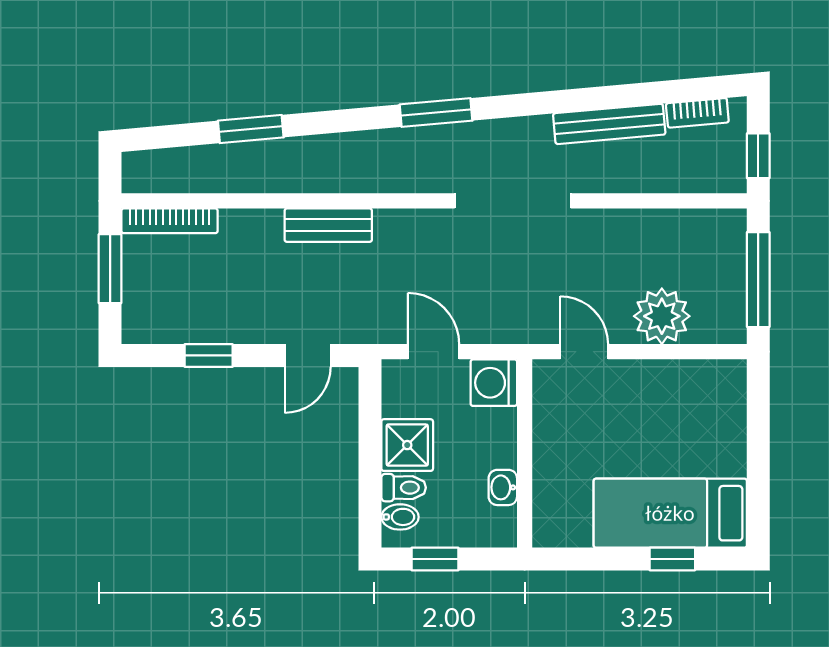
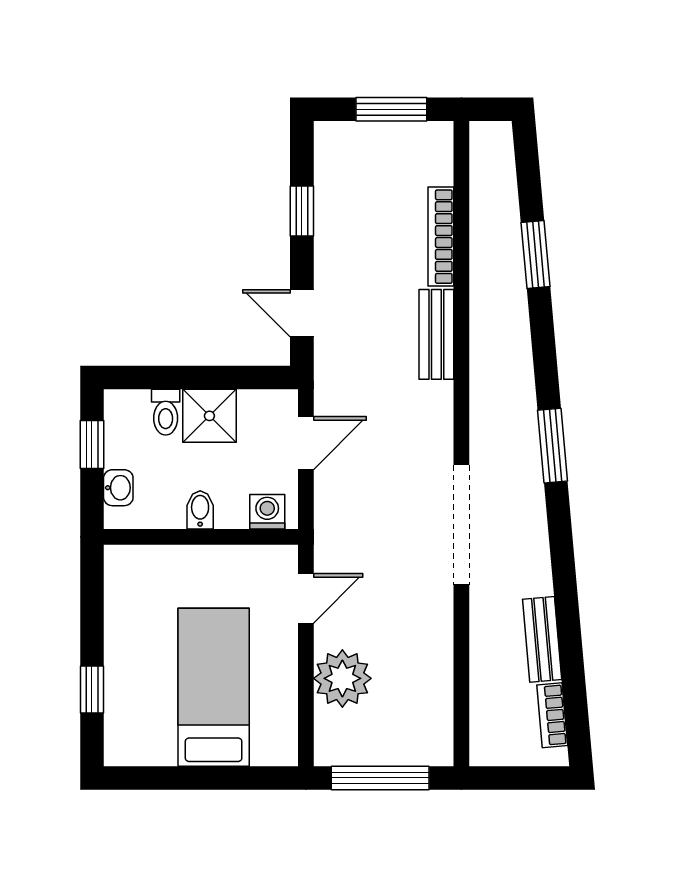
bench: (609, 124) -> (542, 639), width x0.73
window: (758, 156) -> (508, 778), removed
bookcase: (170, 221) -> (441, 237), moved
washing machine: (494, 383) -> (267, 512), width x0.73, depth x0.73
washbasin: (503, 487) -> (118, 488), moved, turned 90
bed: (670, 513) -> (214, 687), moved
bidet: (400, 517) -> (200, 510), moved, turned 180

